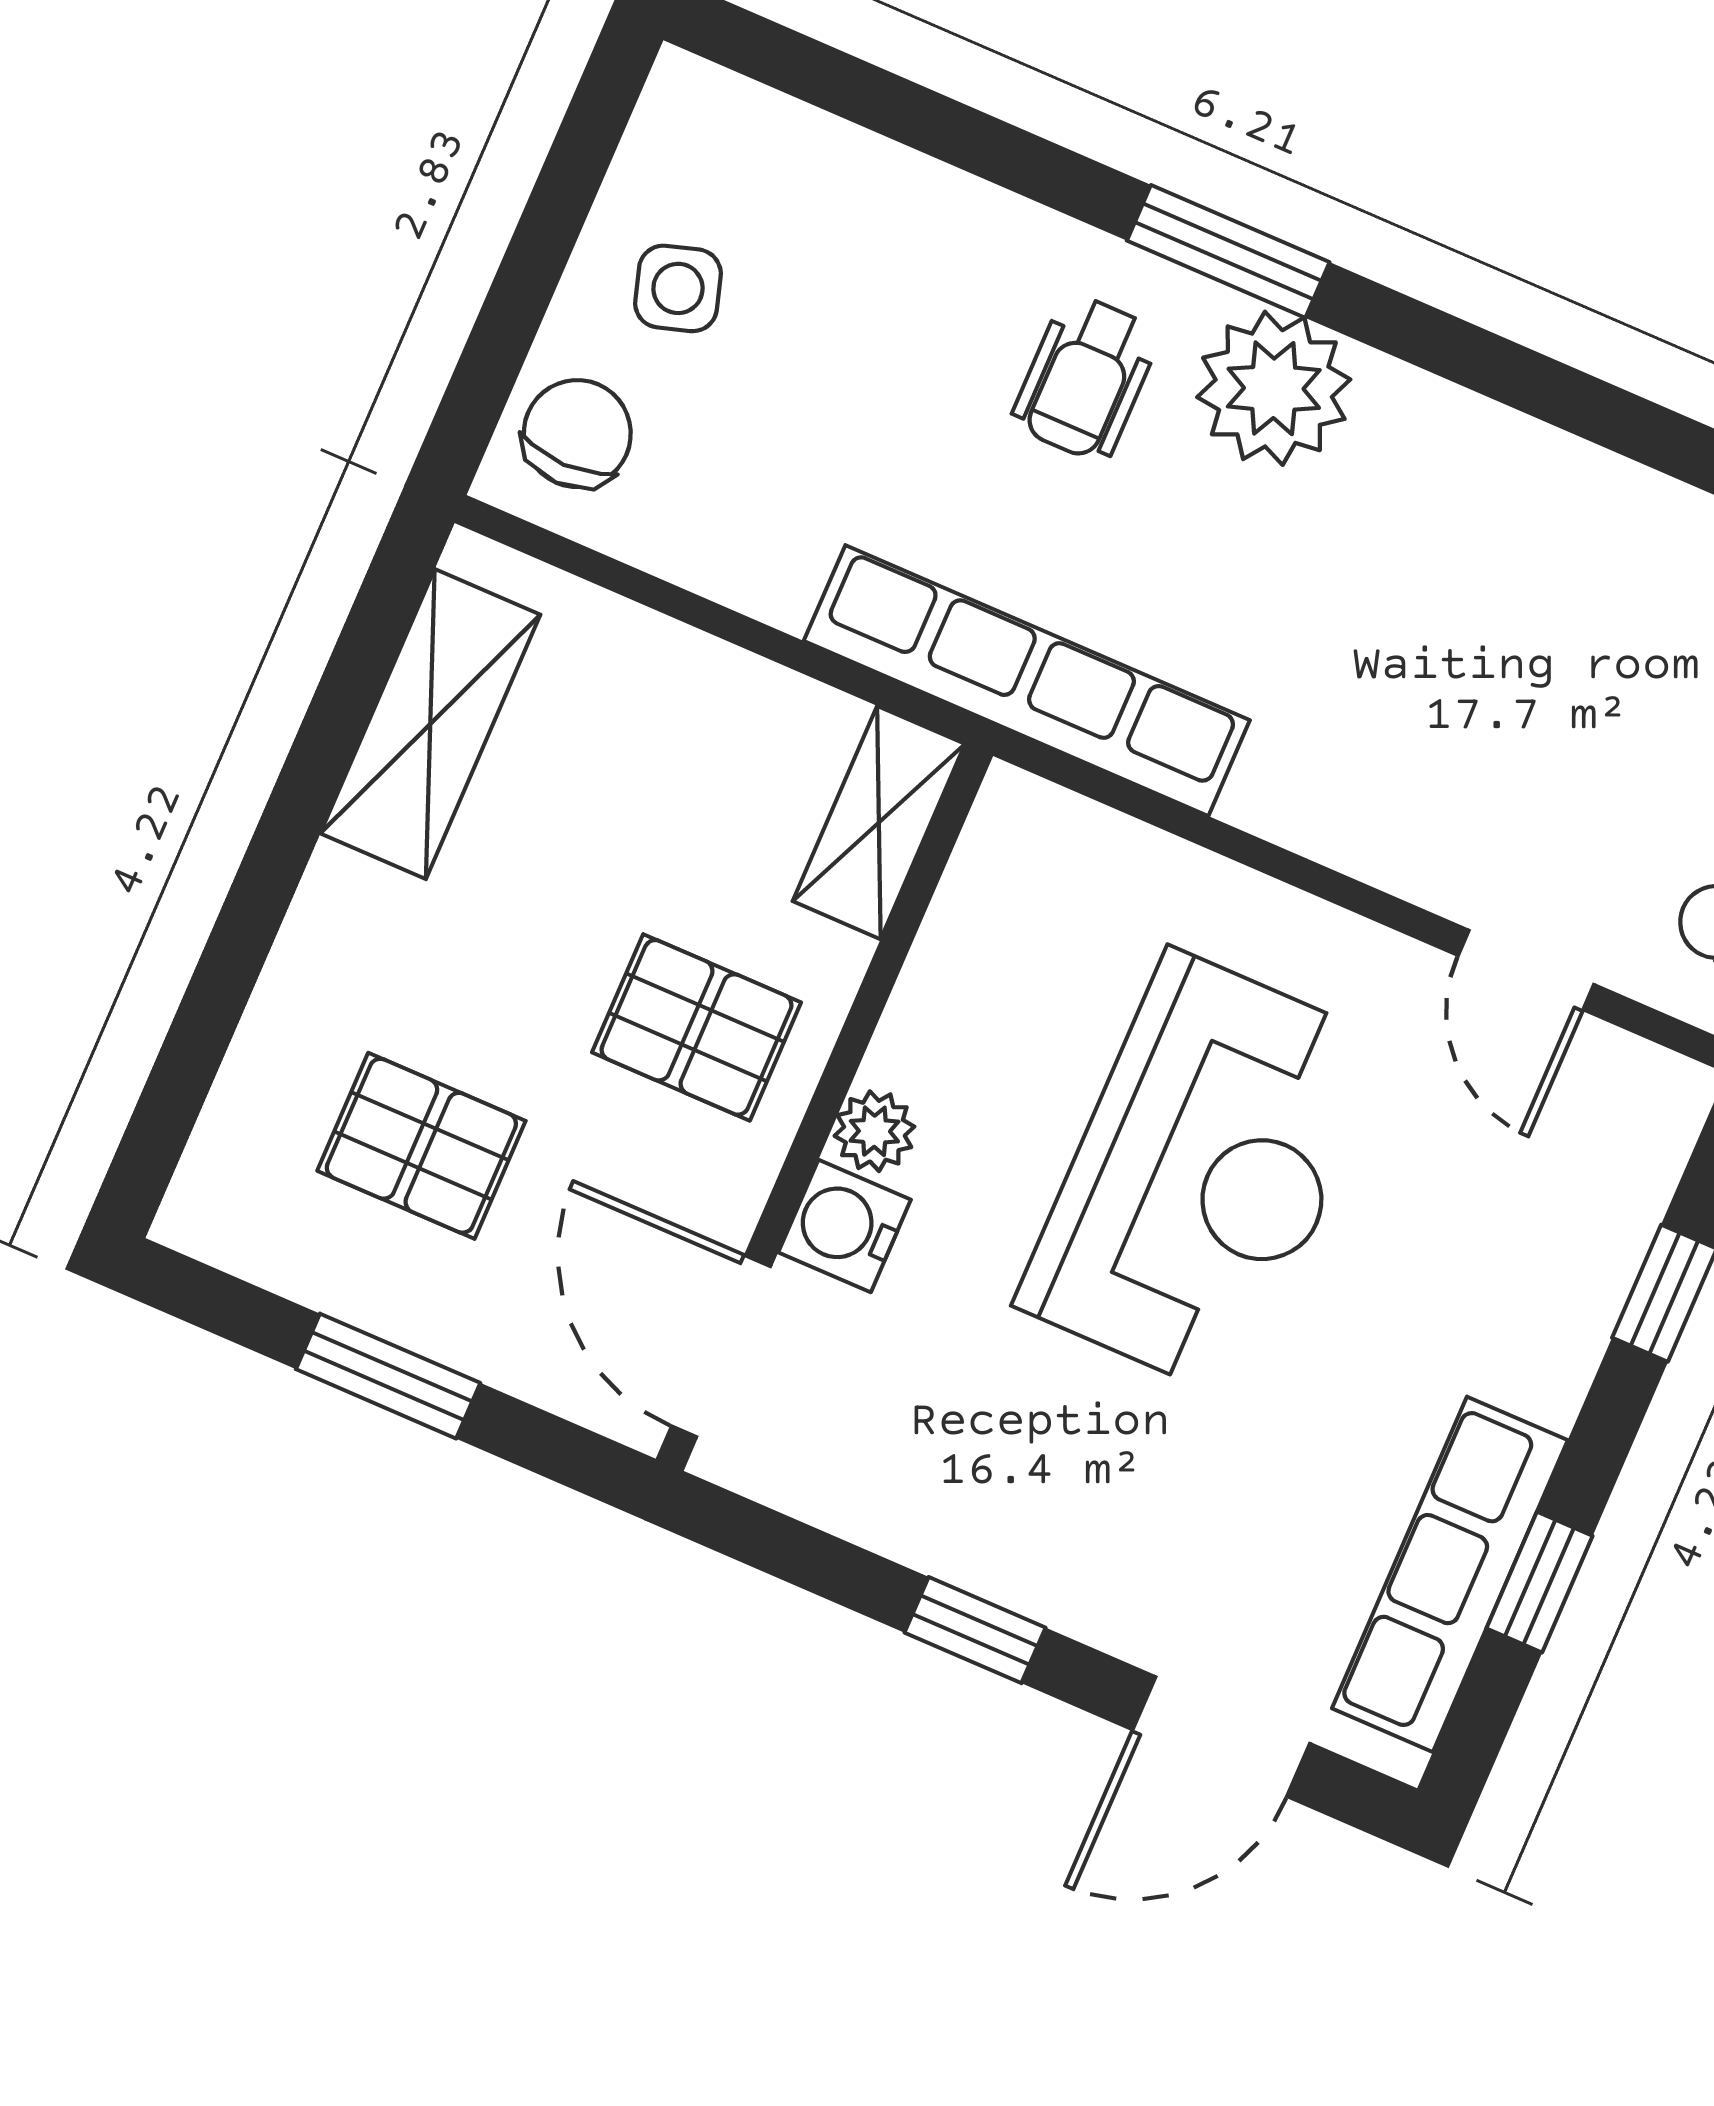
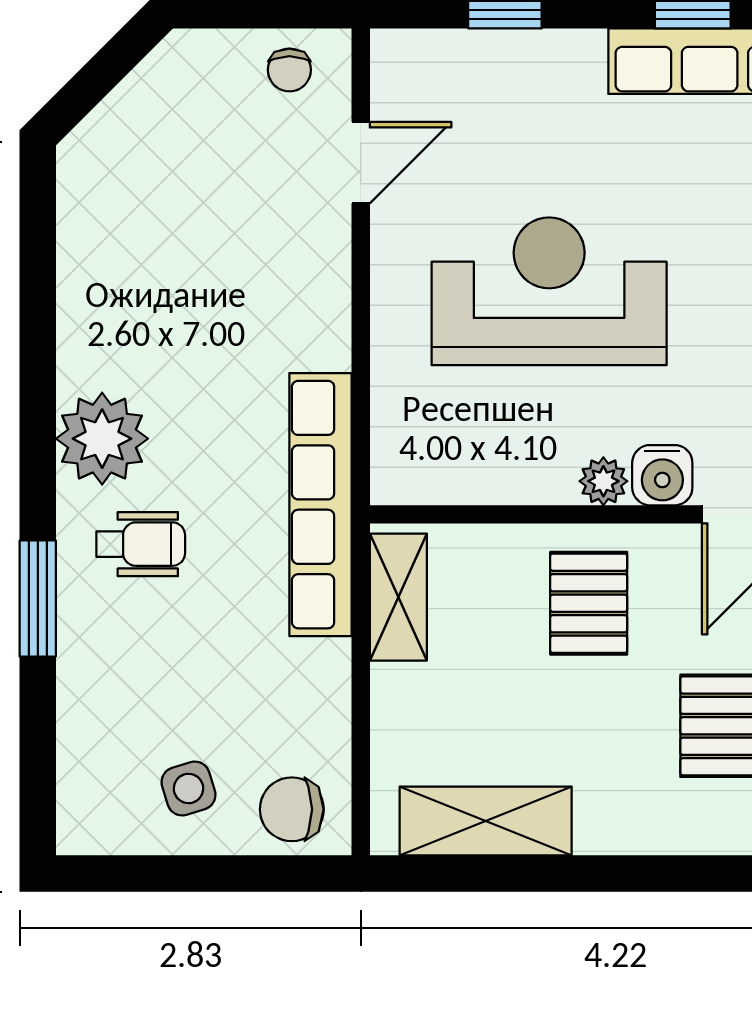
window: (1228, 251) -> (38, 599), moved
shelving: (879, 823) -> (398, 597), moved, turned 90

